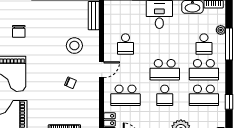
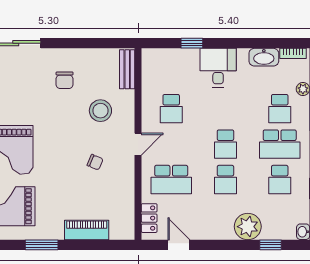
chair: (19, 31) -> (65, 80), moved
school desk: (165, 70) -> (225, 144), width x0.54
school desk: (204, 95) -> (280, 180), width x0.54

